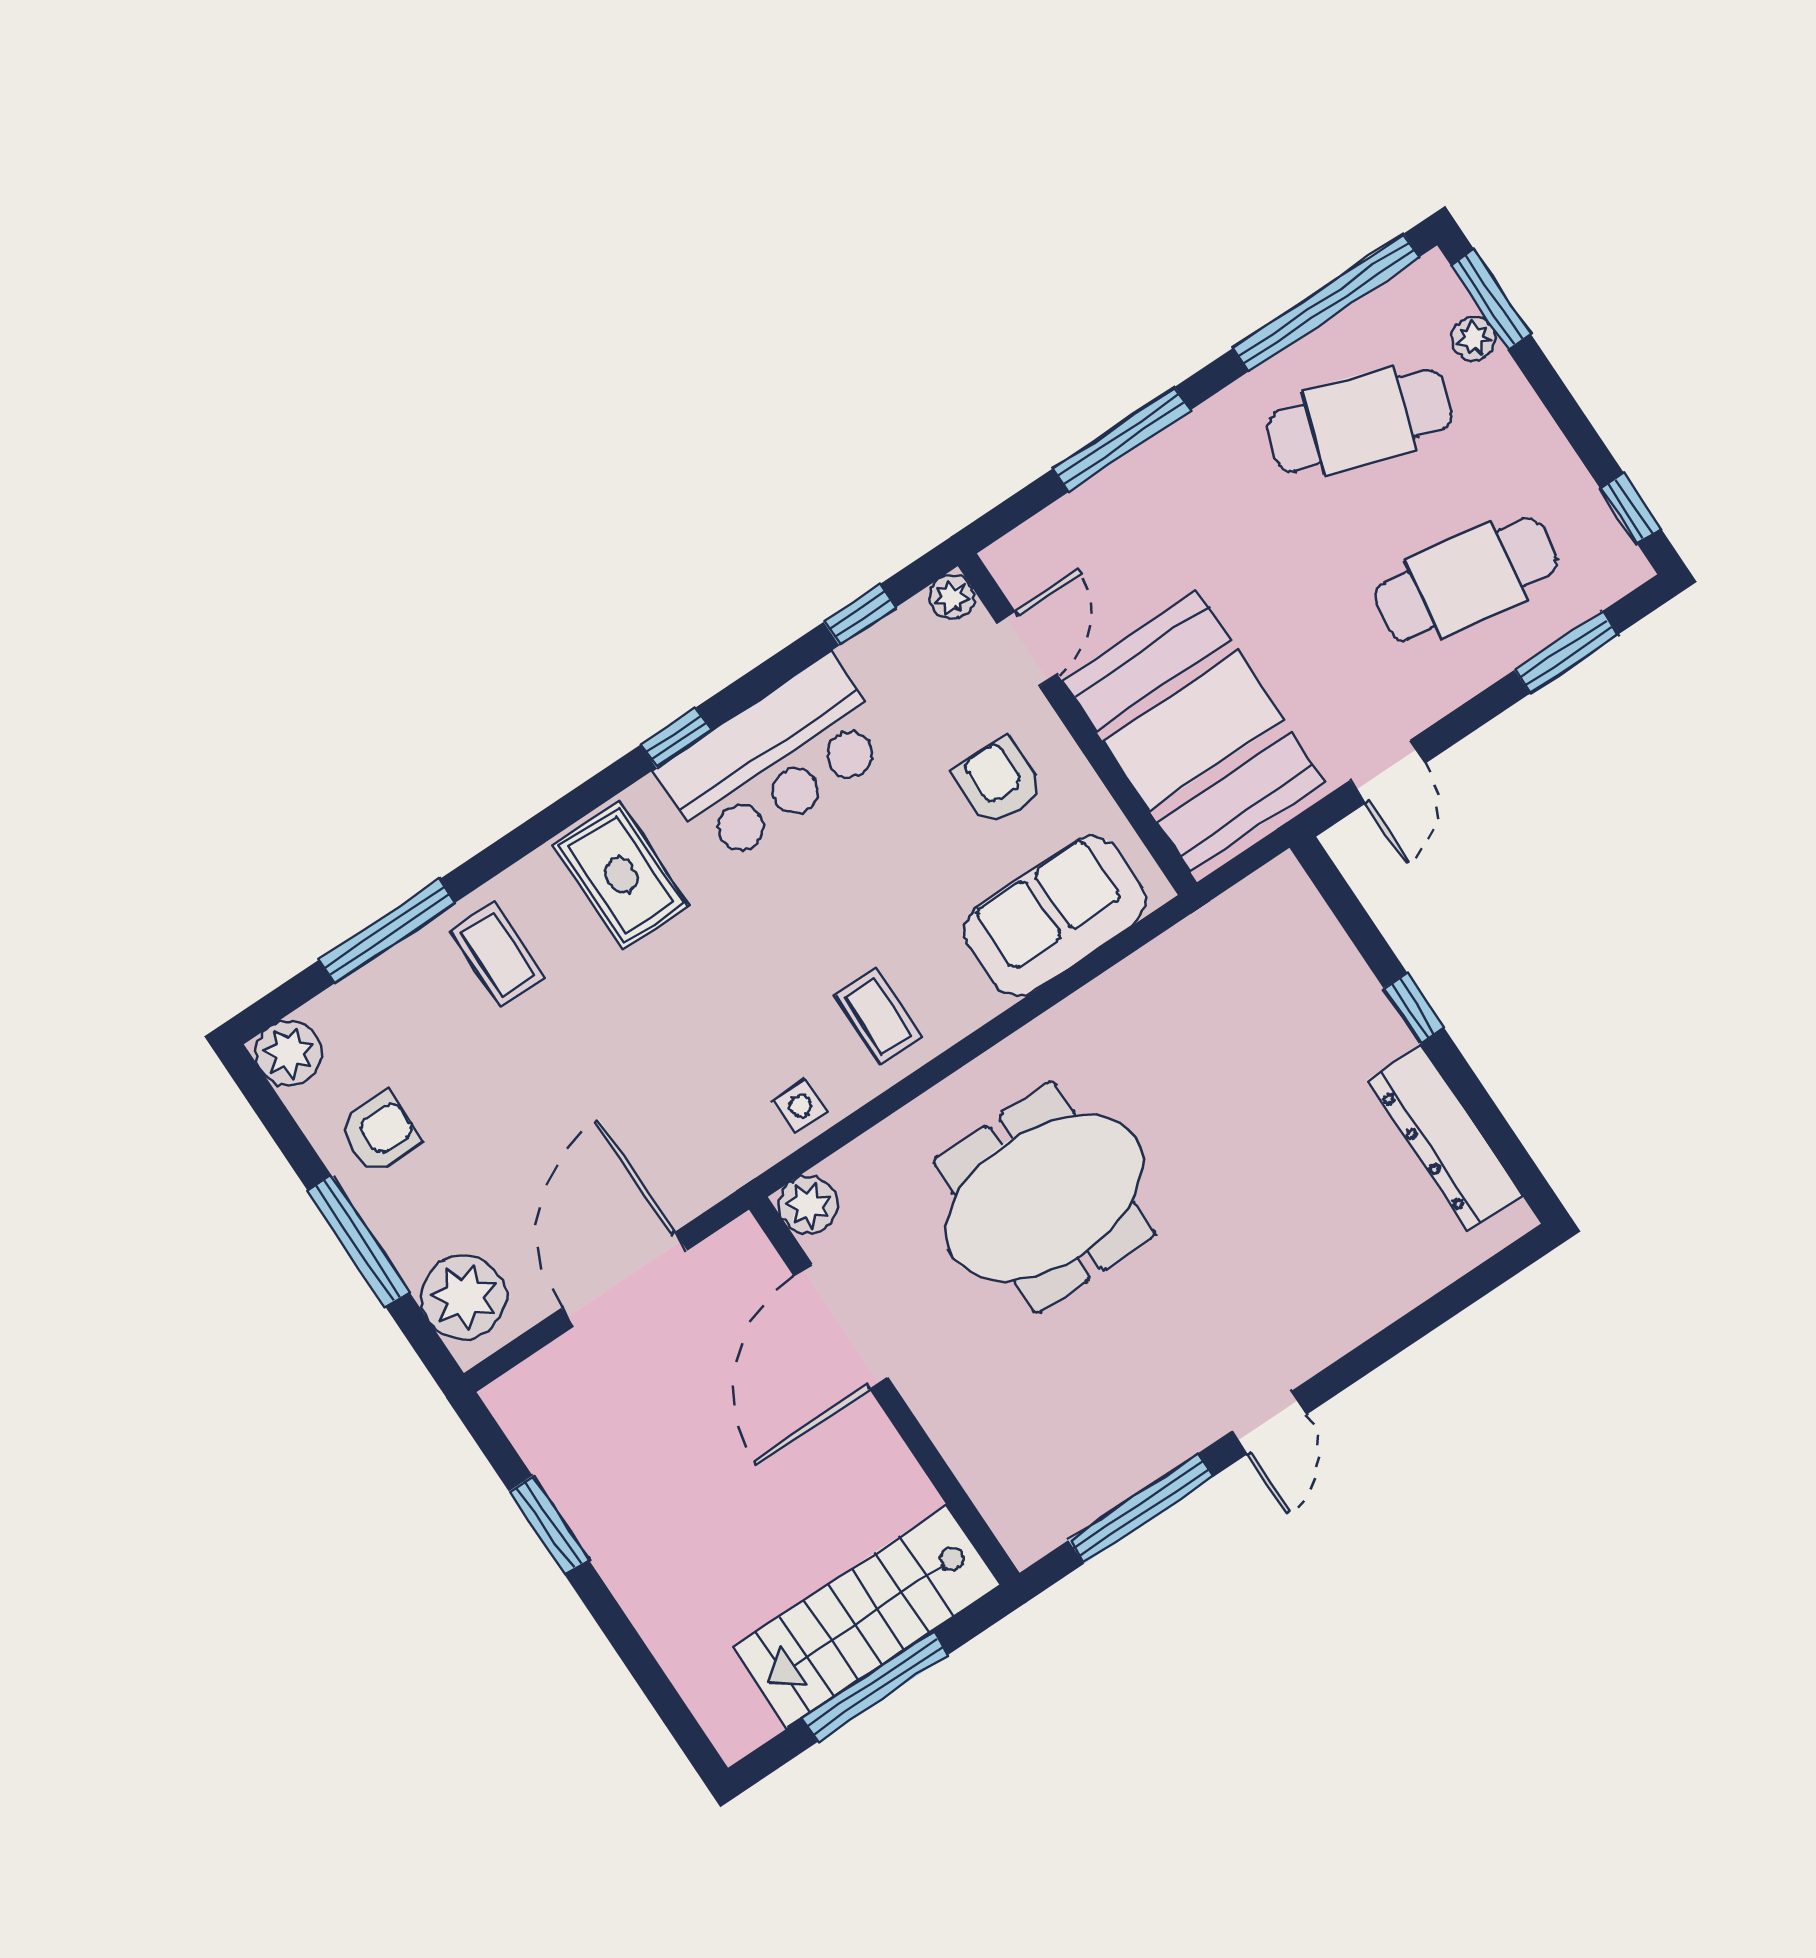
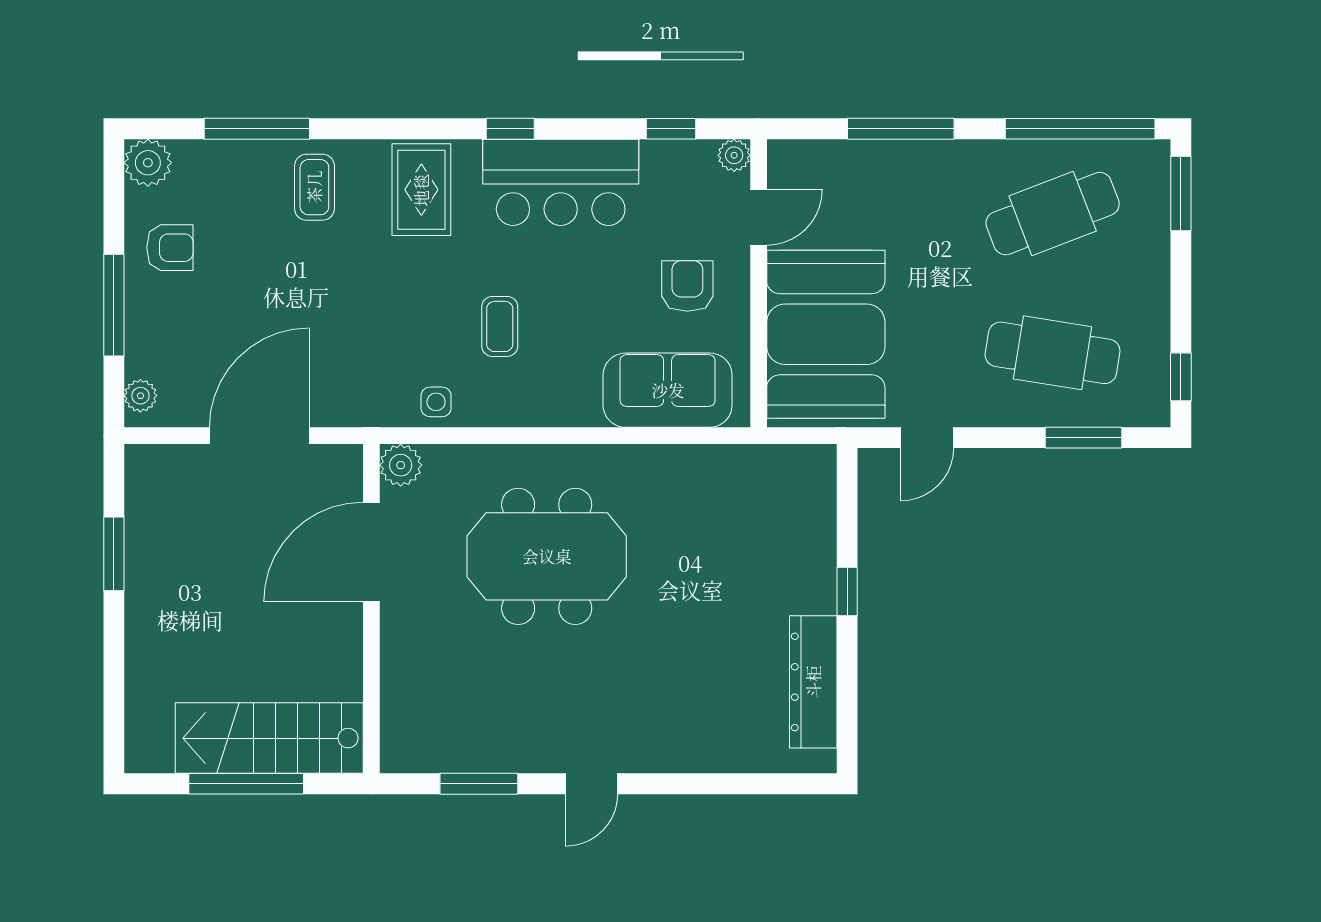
plant: (1474, 339) -> (1155, 210), removed
cafe table: (1360, 420) -> (1053, 214), turned -39
coffee table: (878, 1016) -> (500, 326), moved
plant: (464, 1297) -> (140, 396), width x0.53, depth x0.53
window: (1141, 1509) -> (479, 784), width x0.69

